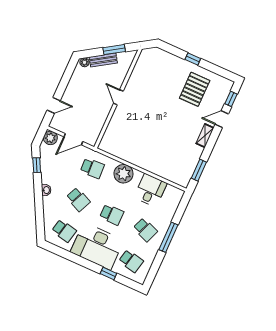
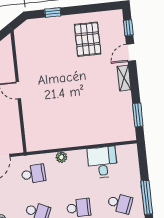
window: (193, 59) -> (53, 12), moved
plant: (123, 174) -> (61, 157), width x0.53, depth x0.53

